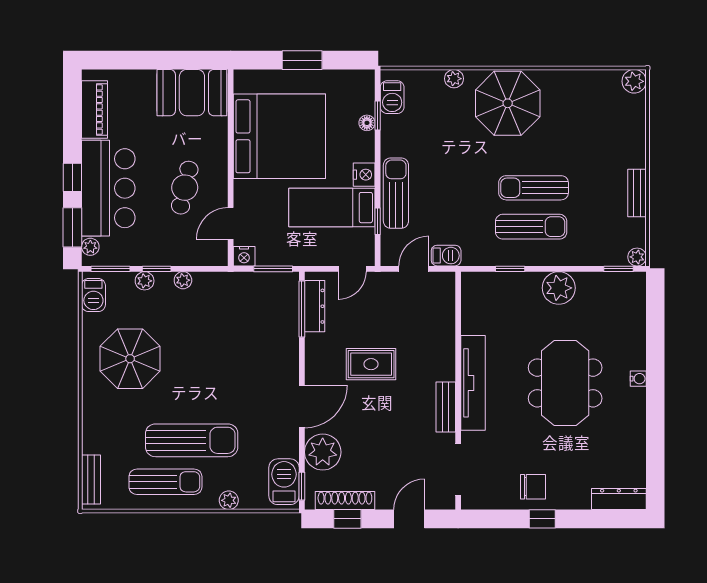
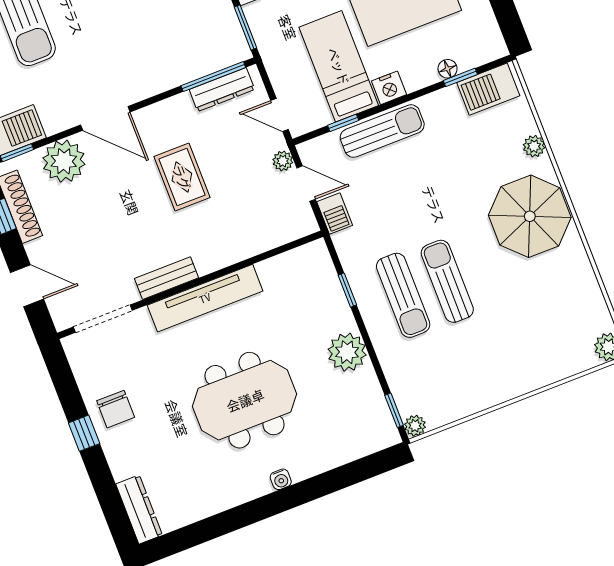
barbecue: (392, 97) -> (488, 89), width x1.38, depth x1.27
bench: (637, 193) -> (486, 398), removed
plant: (389, 280) -> (283, 161), added

